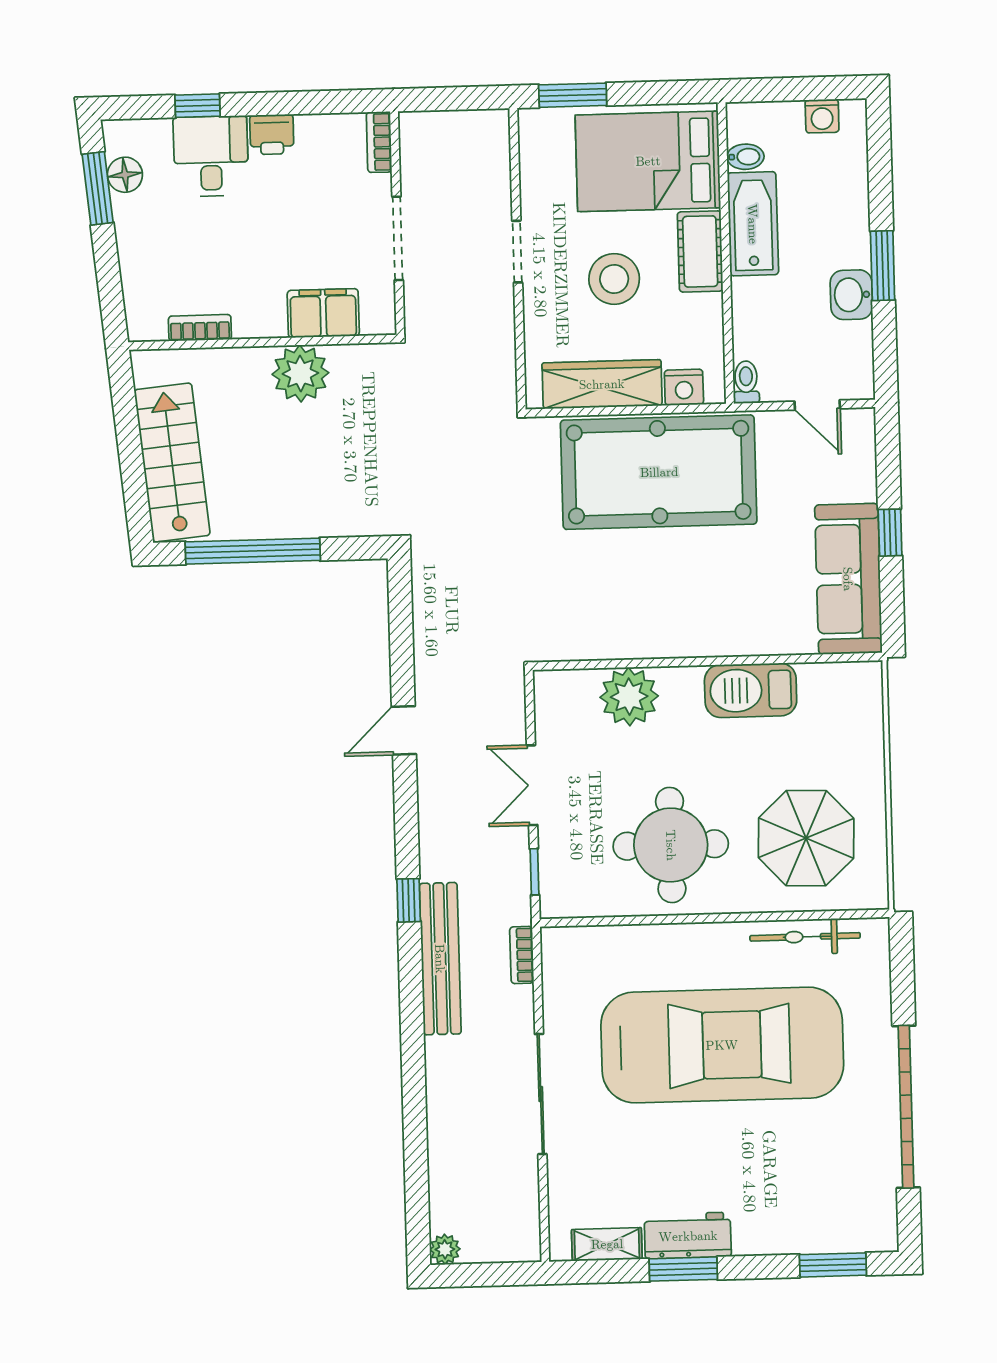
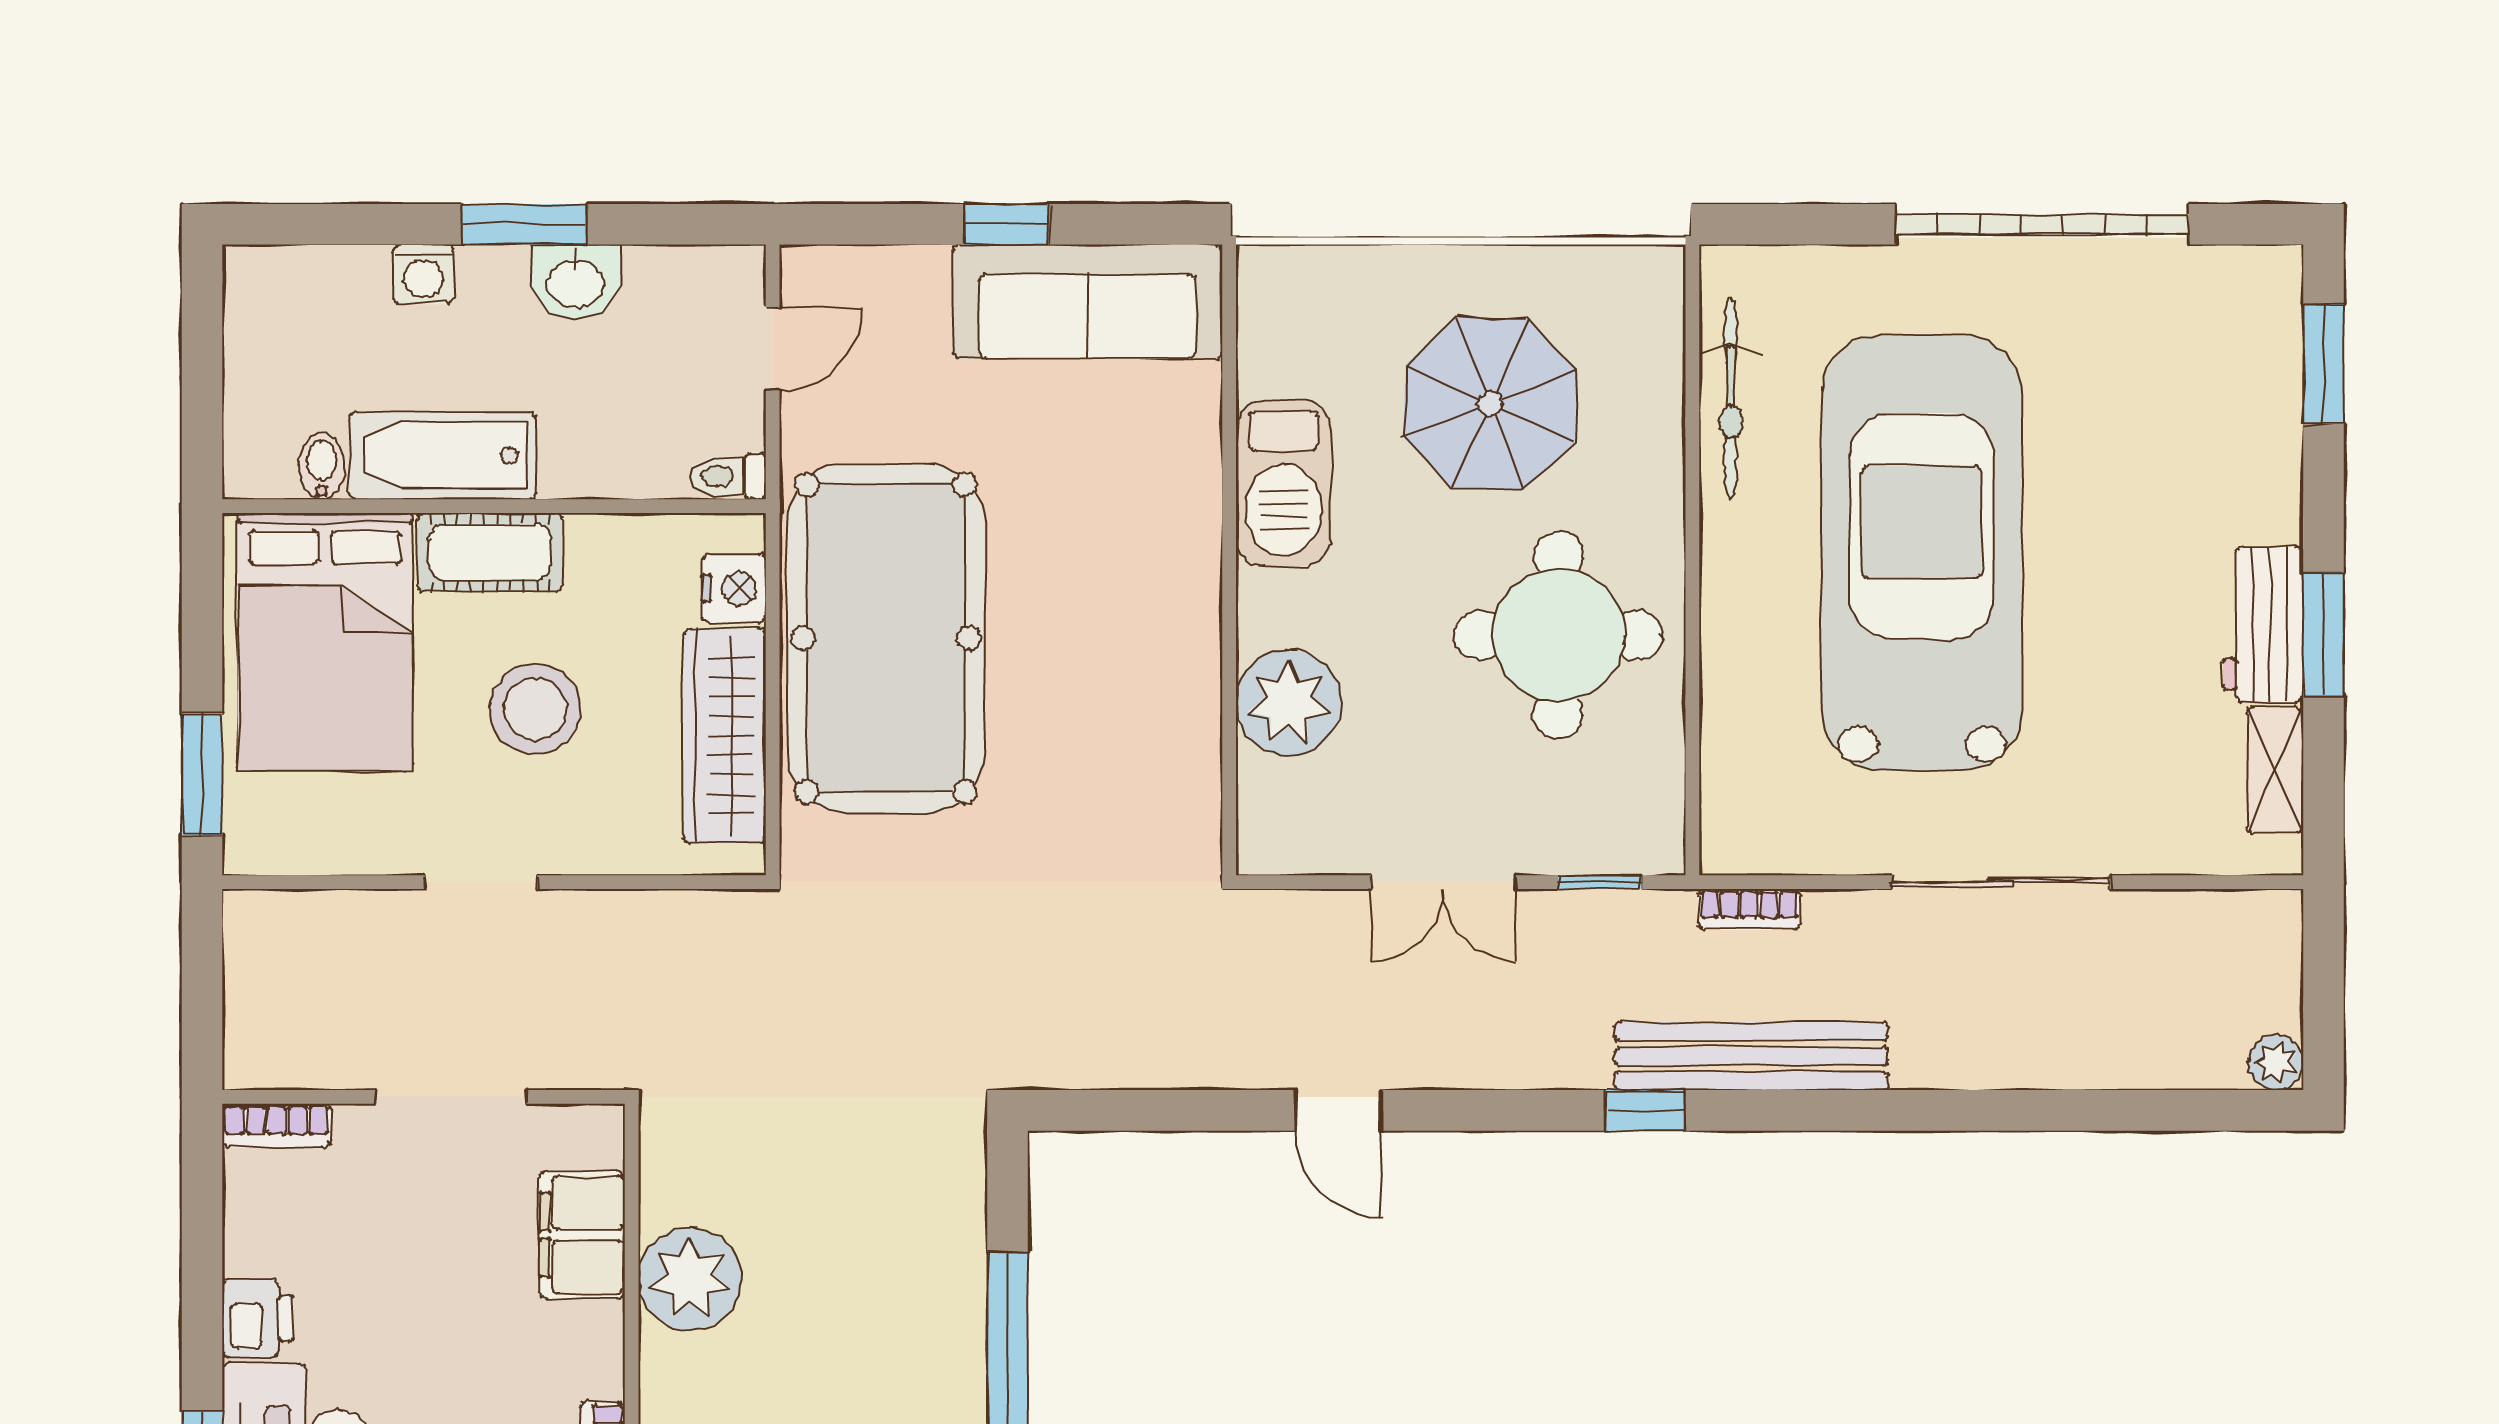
washing machine: (822, 116) -> (423, 274), moved, turned 90
parasol: (806, 838) -> (1490, 404), moved

